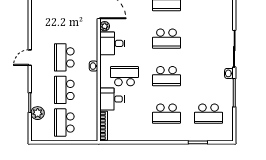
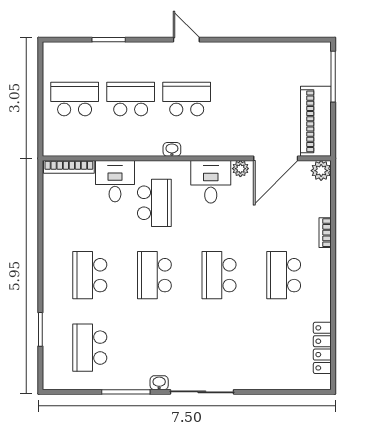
plant: (38, 113) -> (91, 53), removed

